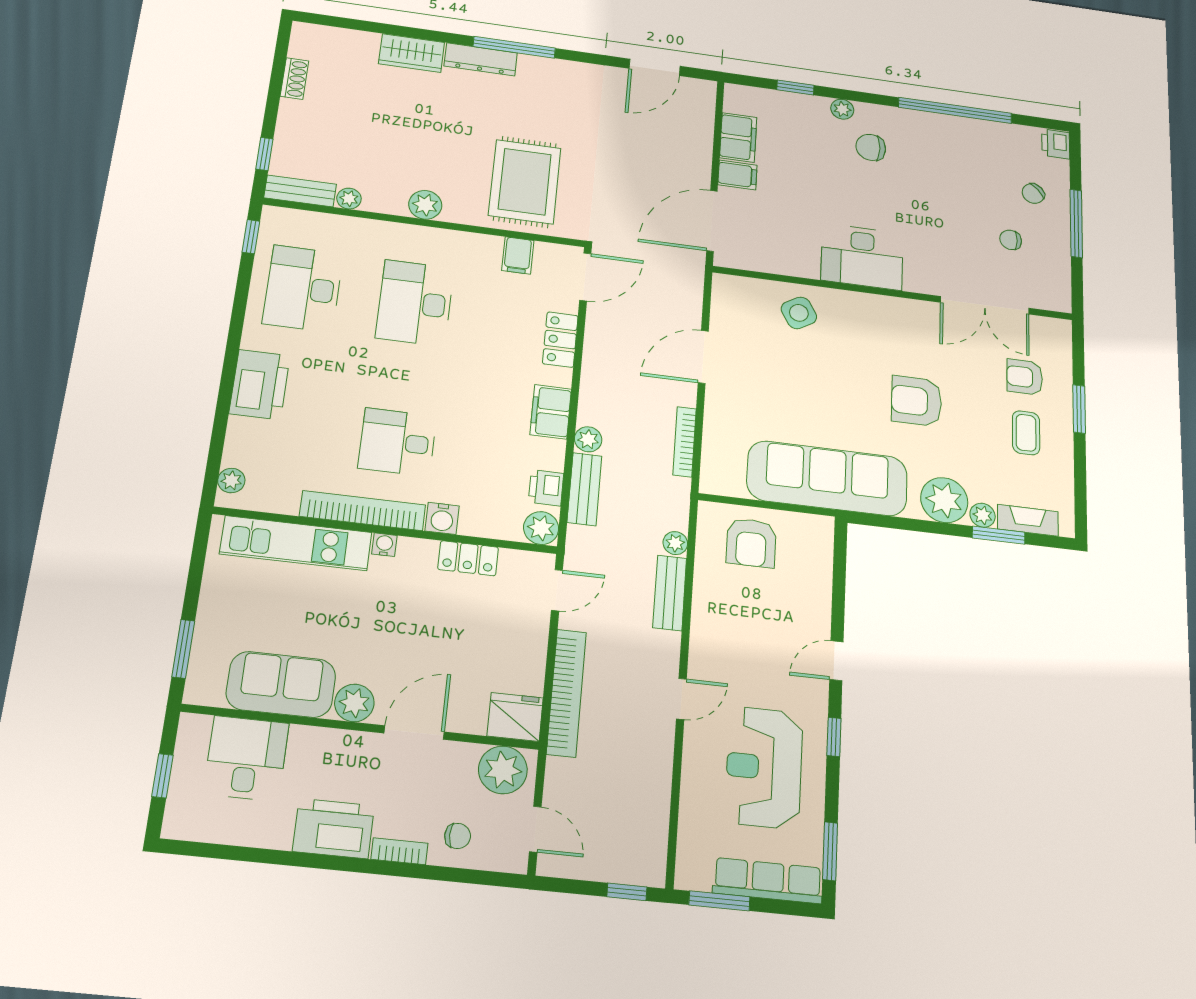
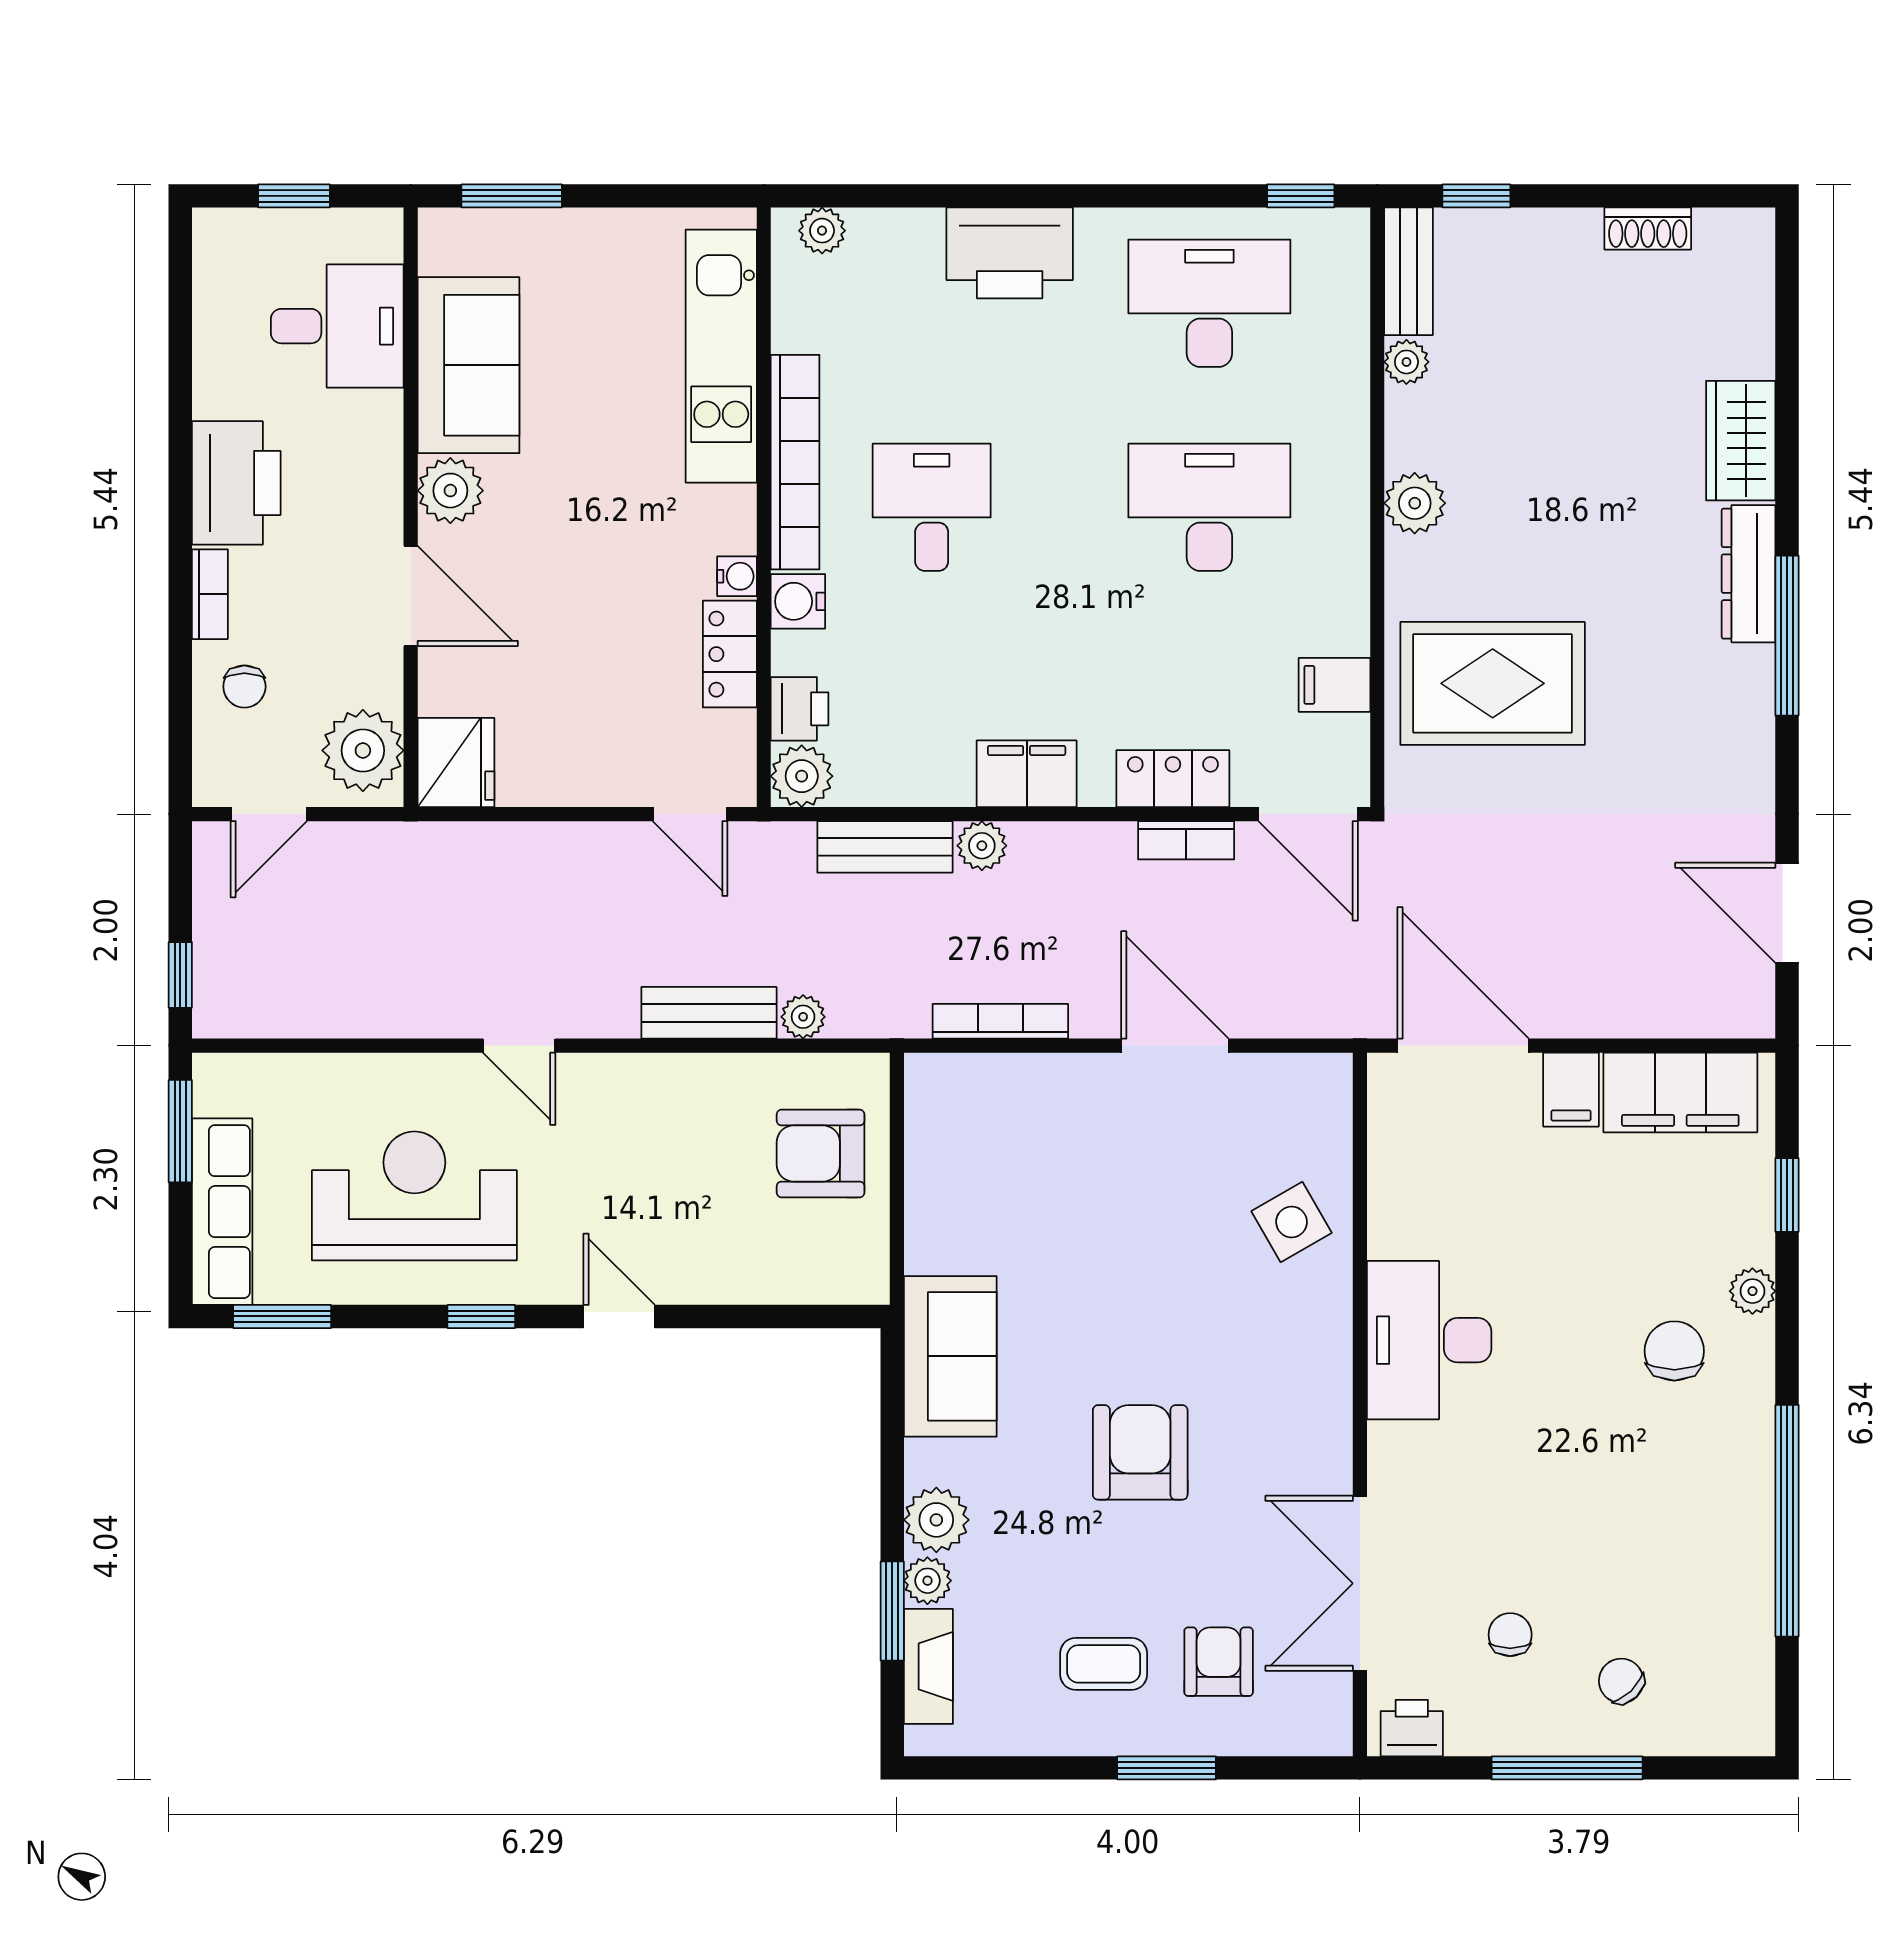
filing cabinet: (738, 137) -> (1680, 1092), width x1.50, depth x1.17
printer: (1056, 144) -> (1412, 1728), moved
sofa: (827, 478) -> (950, 1356), width x0.54, depth x0.79
printer: (546, 488) -> (800, 709), moved, turned 90
plant: (944, 500) -> (936, 1520), width x0.73, depth x0.73
water cooler: (384, 545) -> (737, 576), moved
bookcase: (566, 693) -> (1186, 840), moved, width x0.43, depth x0.76

